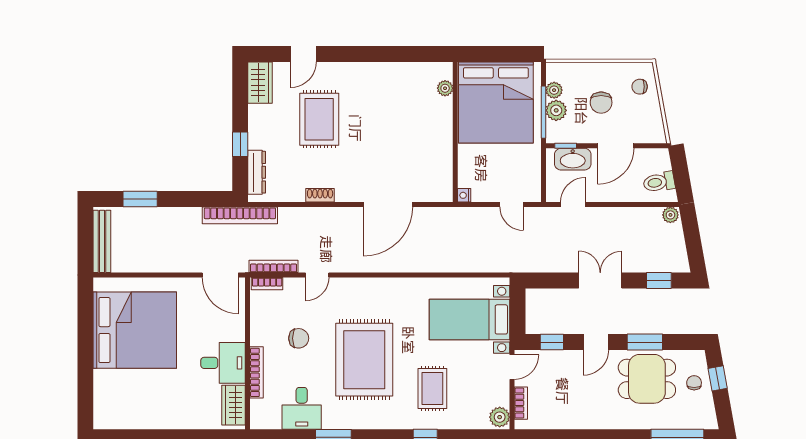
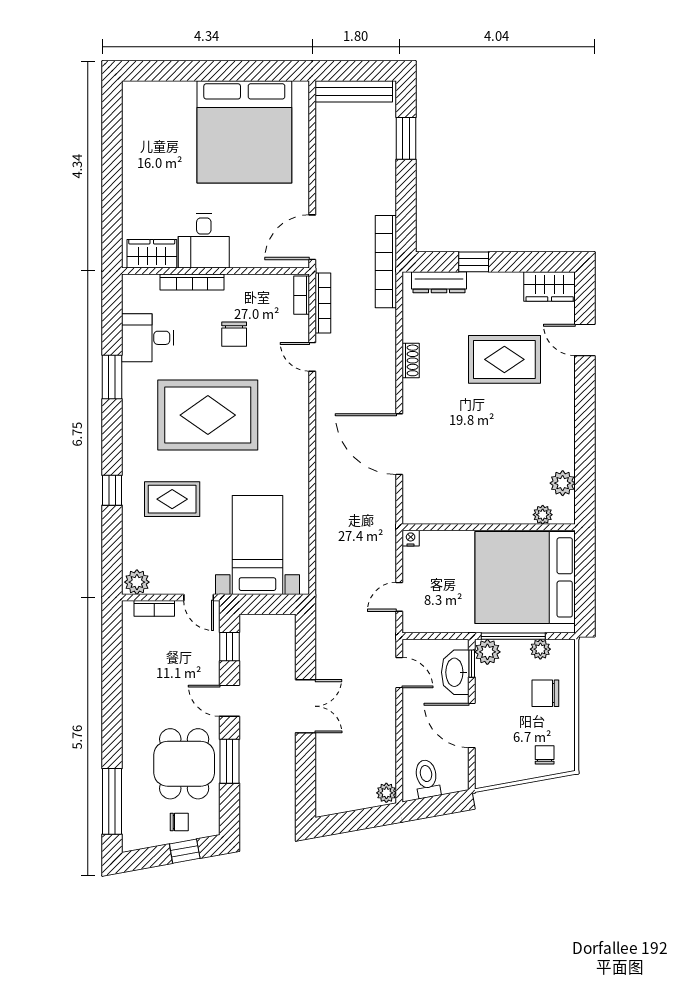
plant: (419, 72) -> (563, 483), added
chair: (601, 103) -> (545, 693), moved
plant: (556, 110) -> (487, 652), moved
window: (659, 281) -> (305, 778), removed

